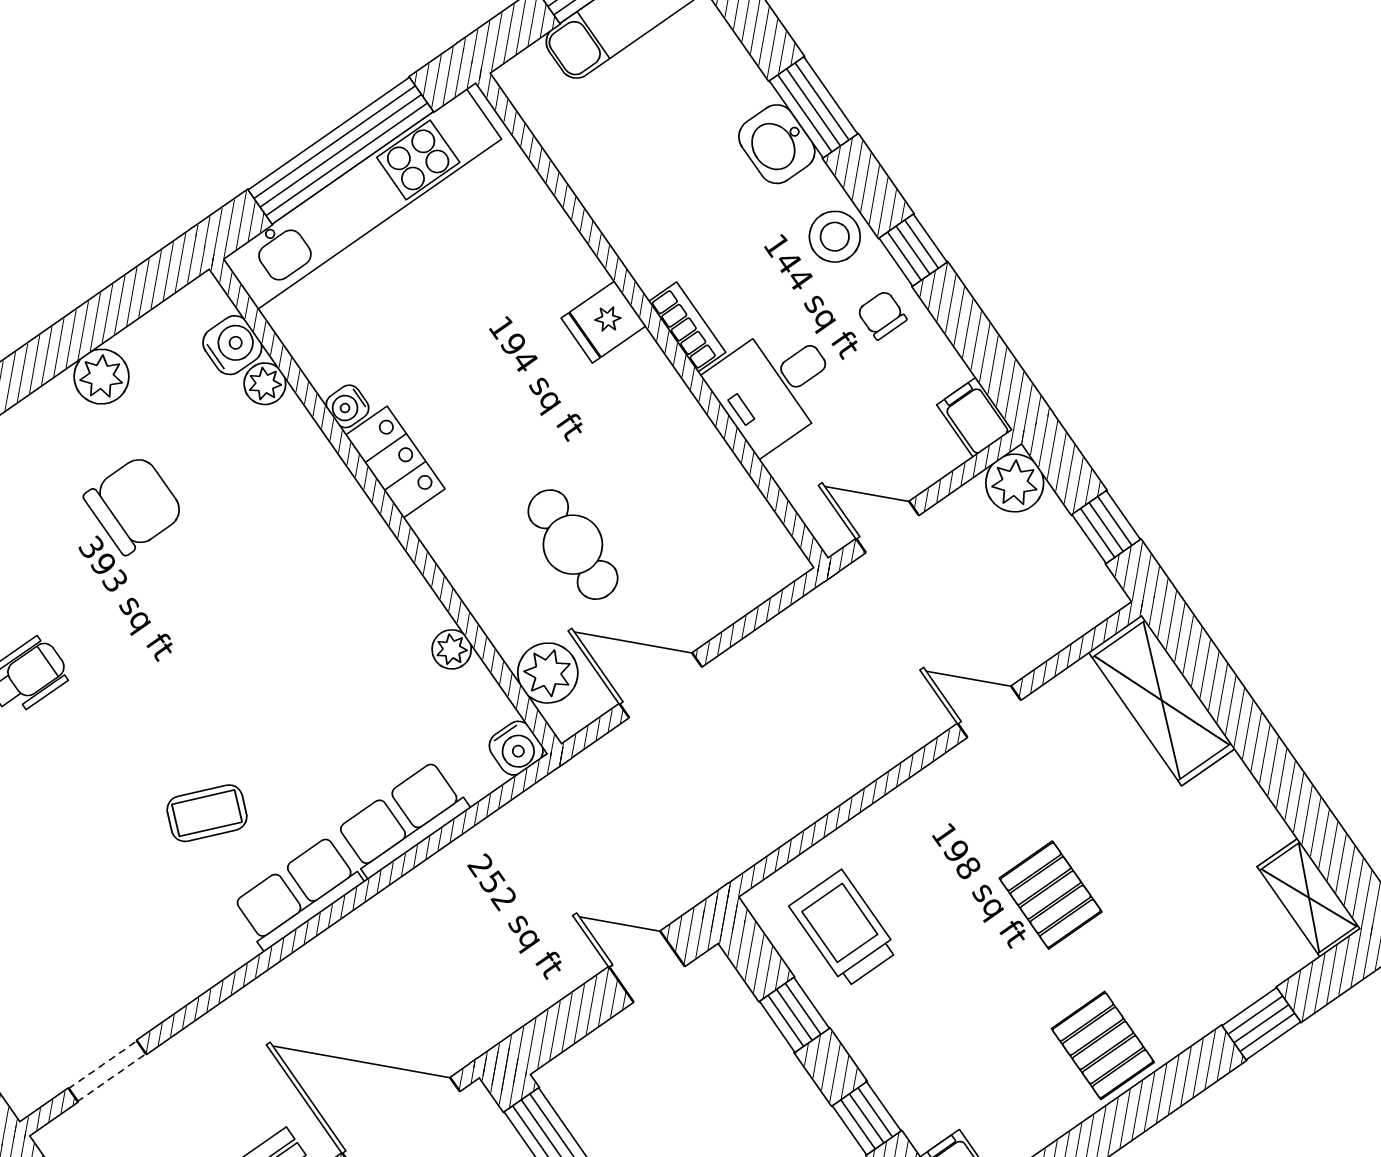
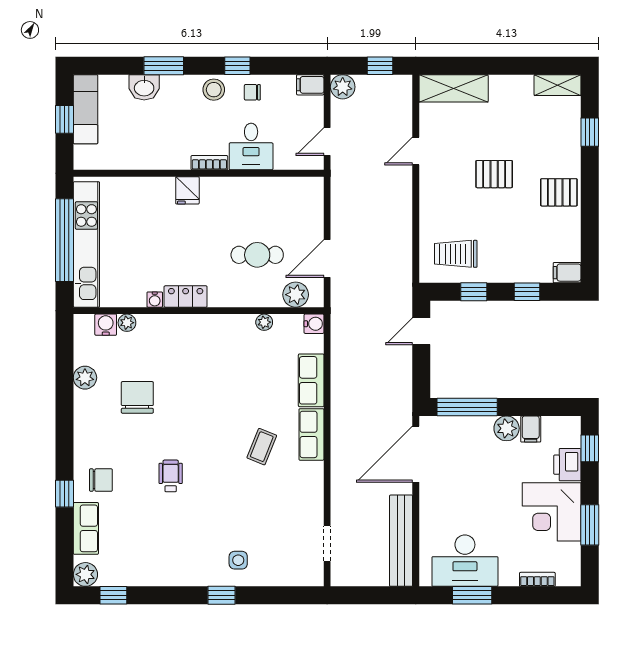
washbasin: (777, 144) -> (144, 87), moved

